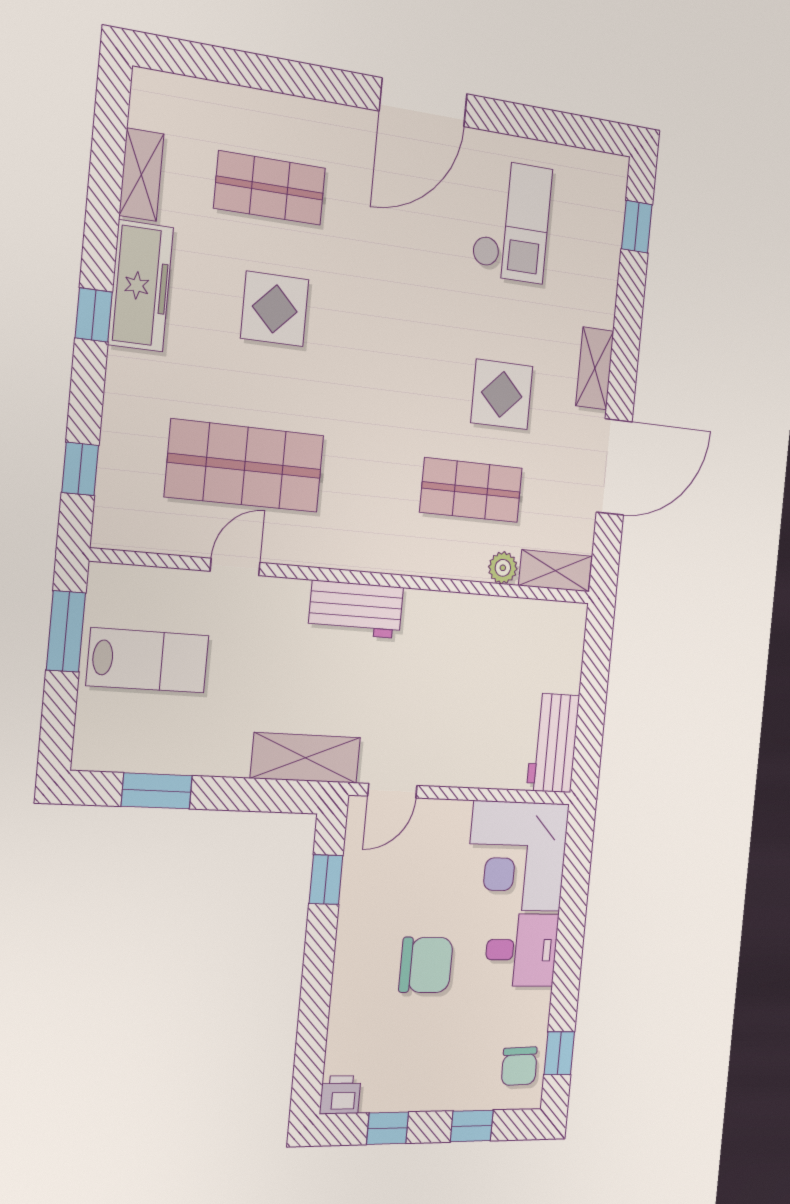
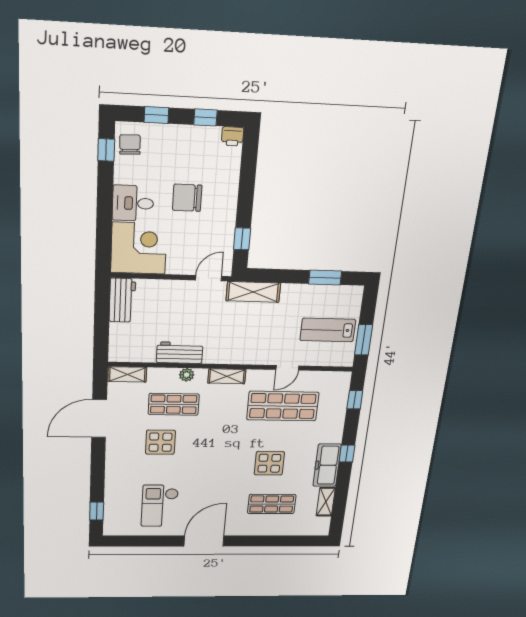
shelving: (595, 368) -> (227, 376), moved, turned 90
plant: (503, 568) -> (187, 375), moved
workbench: (356, 609) -> (180, 353), moved

